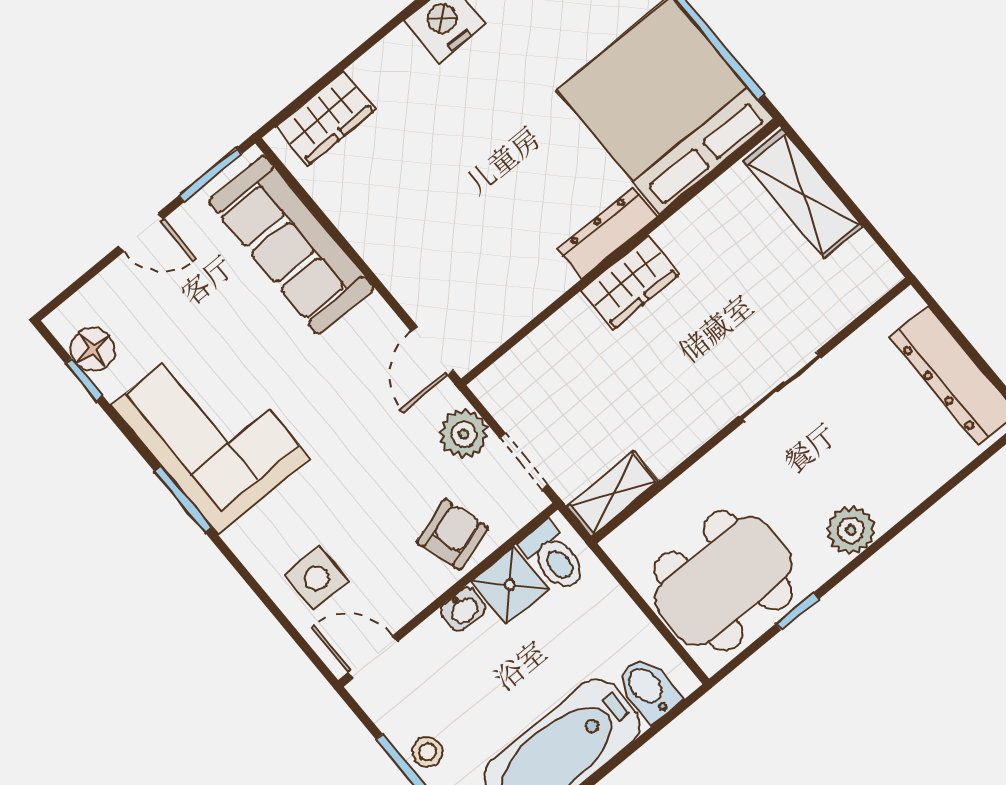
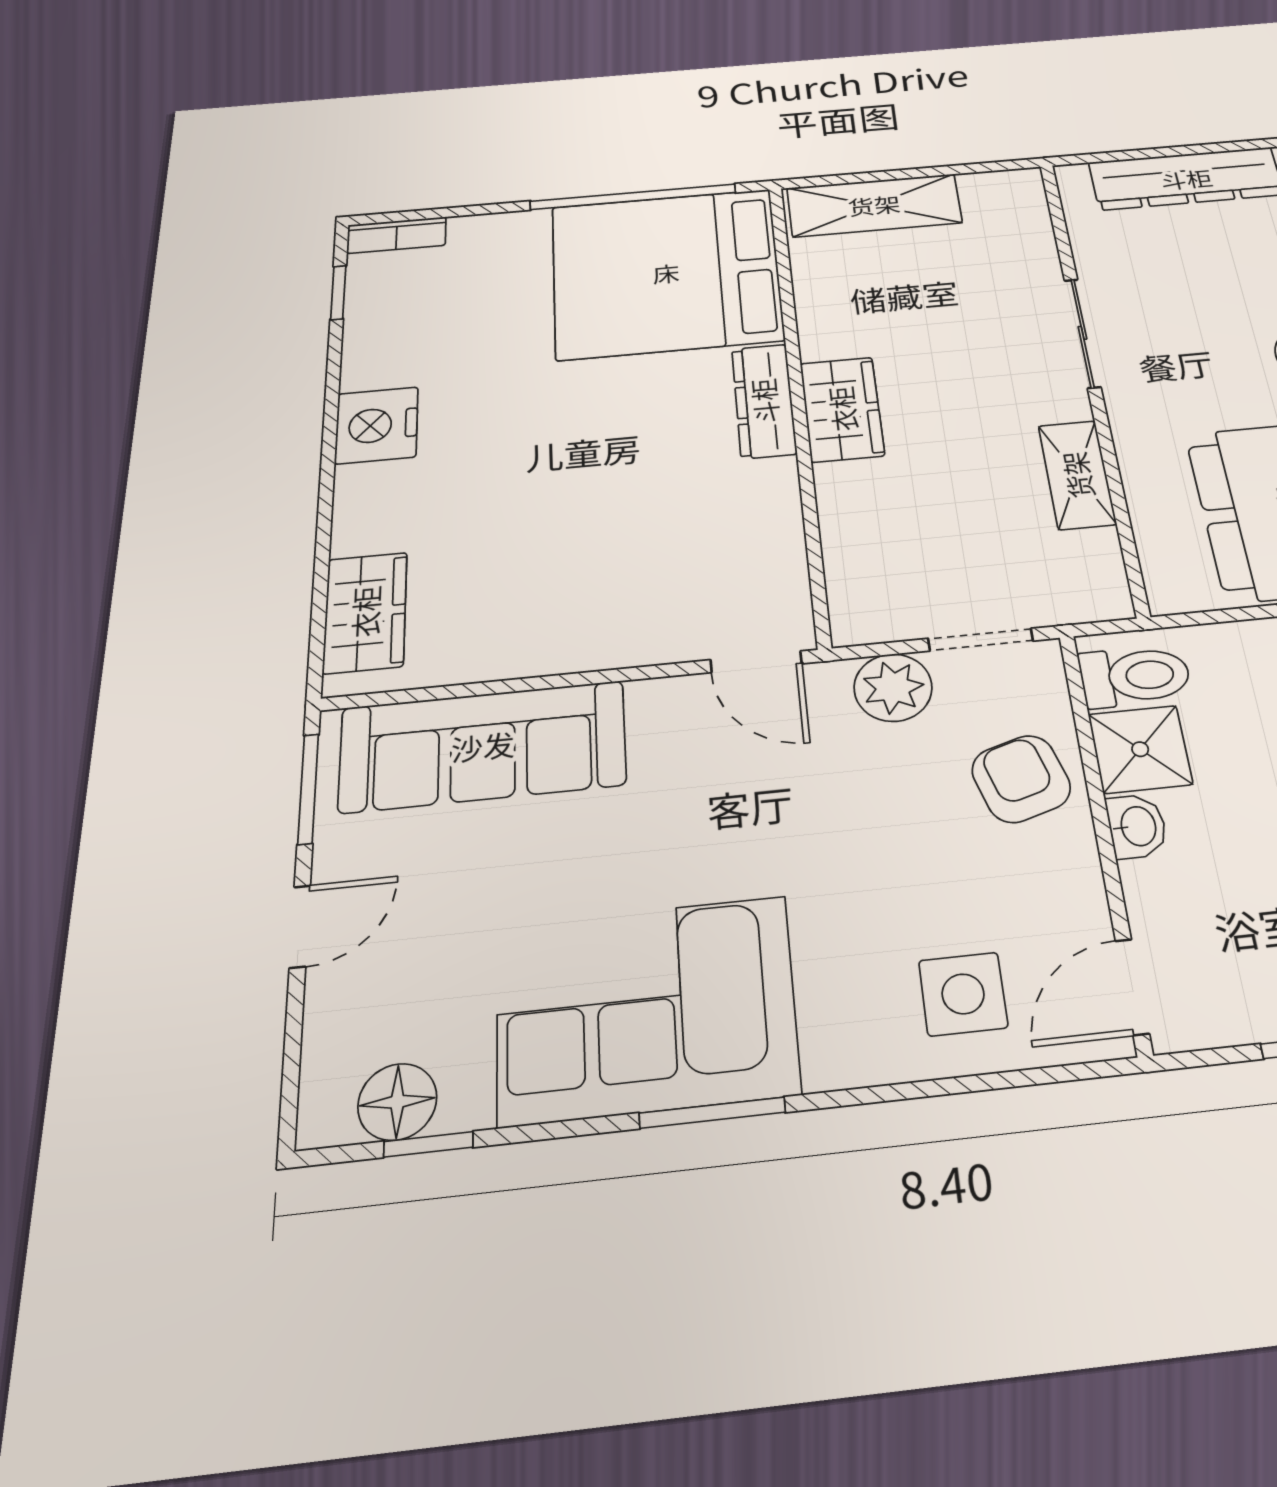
shelving: (613, 494) -> (1077, 475), moved

